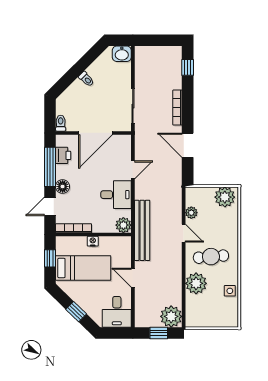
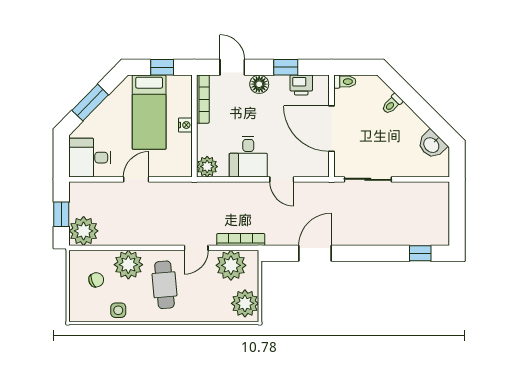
washbasin: (122, 54) -> (432, 145), moved, turned -45
toilet: (86, 79) -> (392, 104), moved
bookcase: (177, 108) -> (241, 240), moved
window: (50, 167) -> (286, 67), width x0.46
plant: (191, 213) -> (231, 265), width x1.88, depth x1.88
bench: (142, 230) -> (200, 192), removed
chair: (207, 307) -> (96, 280), added
window: (76, 312) -> (90, 103), width x1.50

